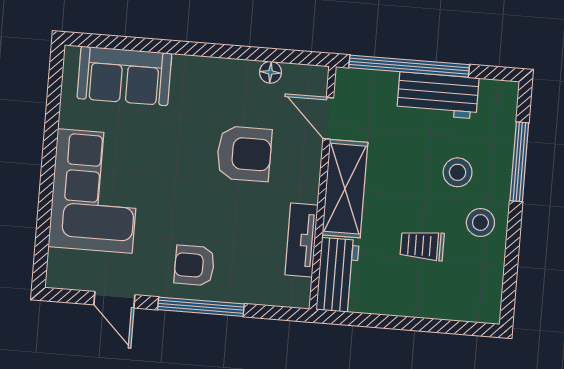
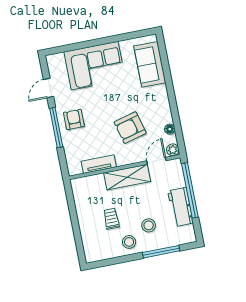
plant: (315, 78) -> (173, 150), added
armchair: (244, 154) -> (130, 128), turned 75
workbench: (338, 275) -> (88, 185), removed

